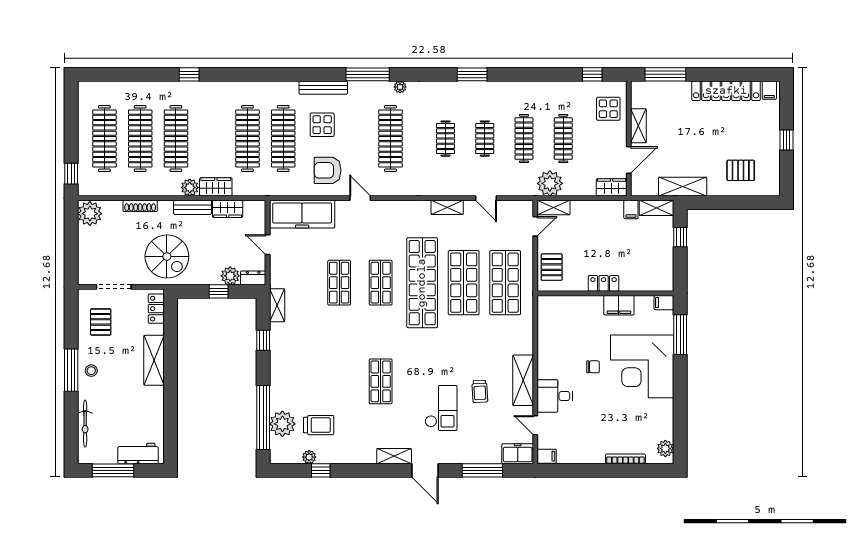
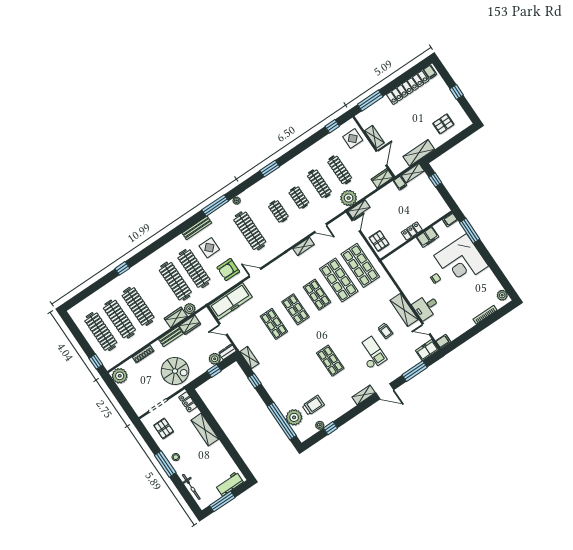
plant: (190, 188) -> (190, 309), moved
shop shelf: (422, 283) -> (317, 295), width x0.50, depth x0.74

